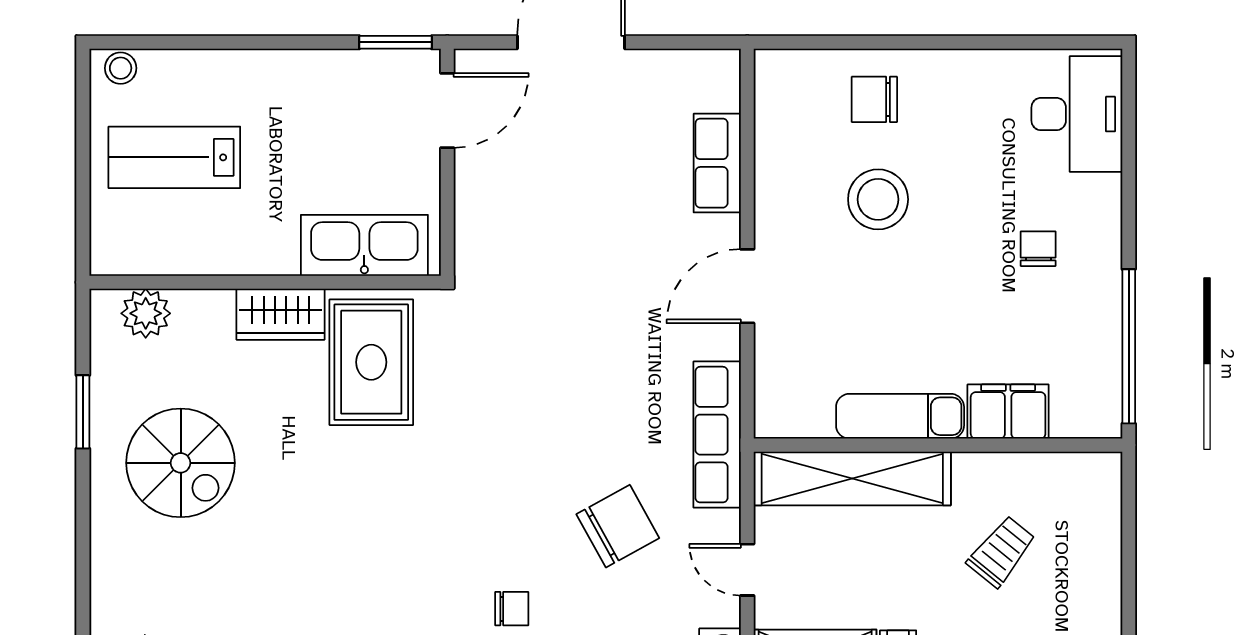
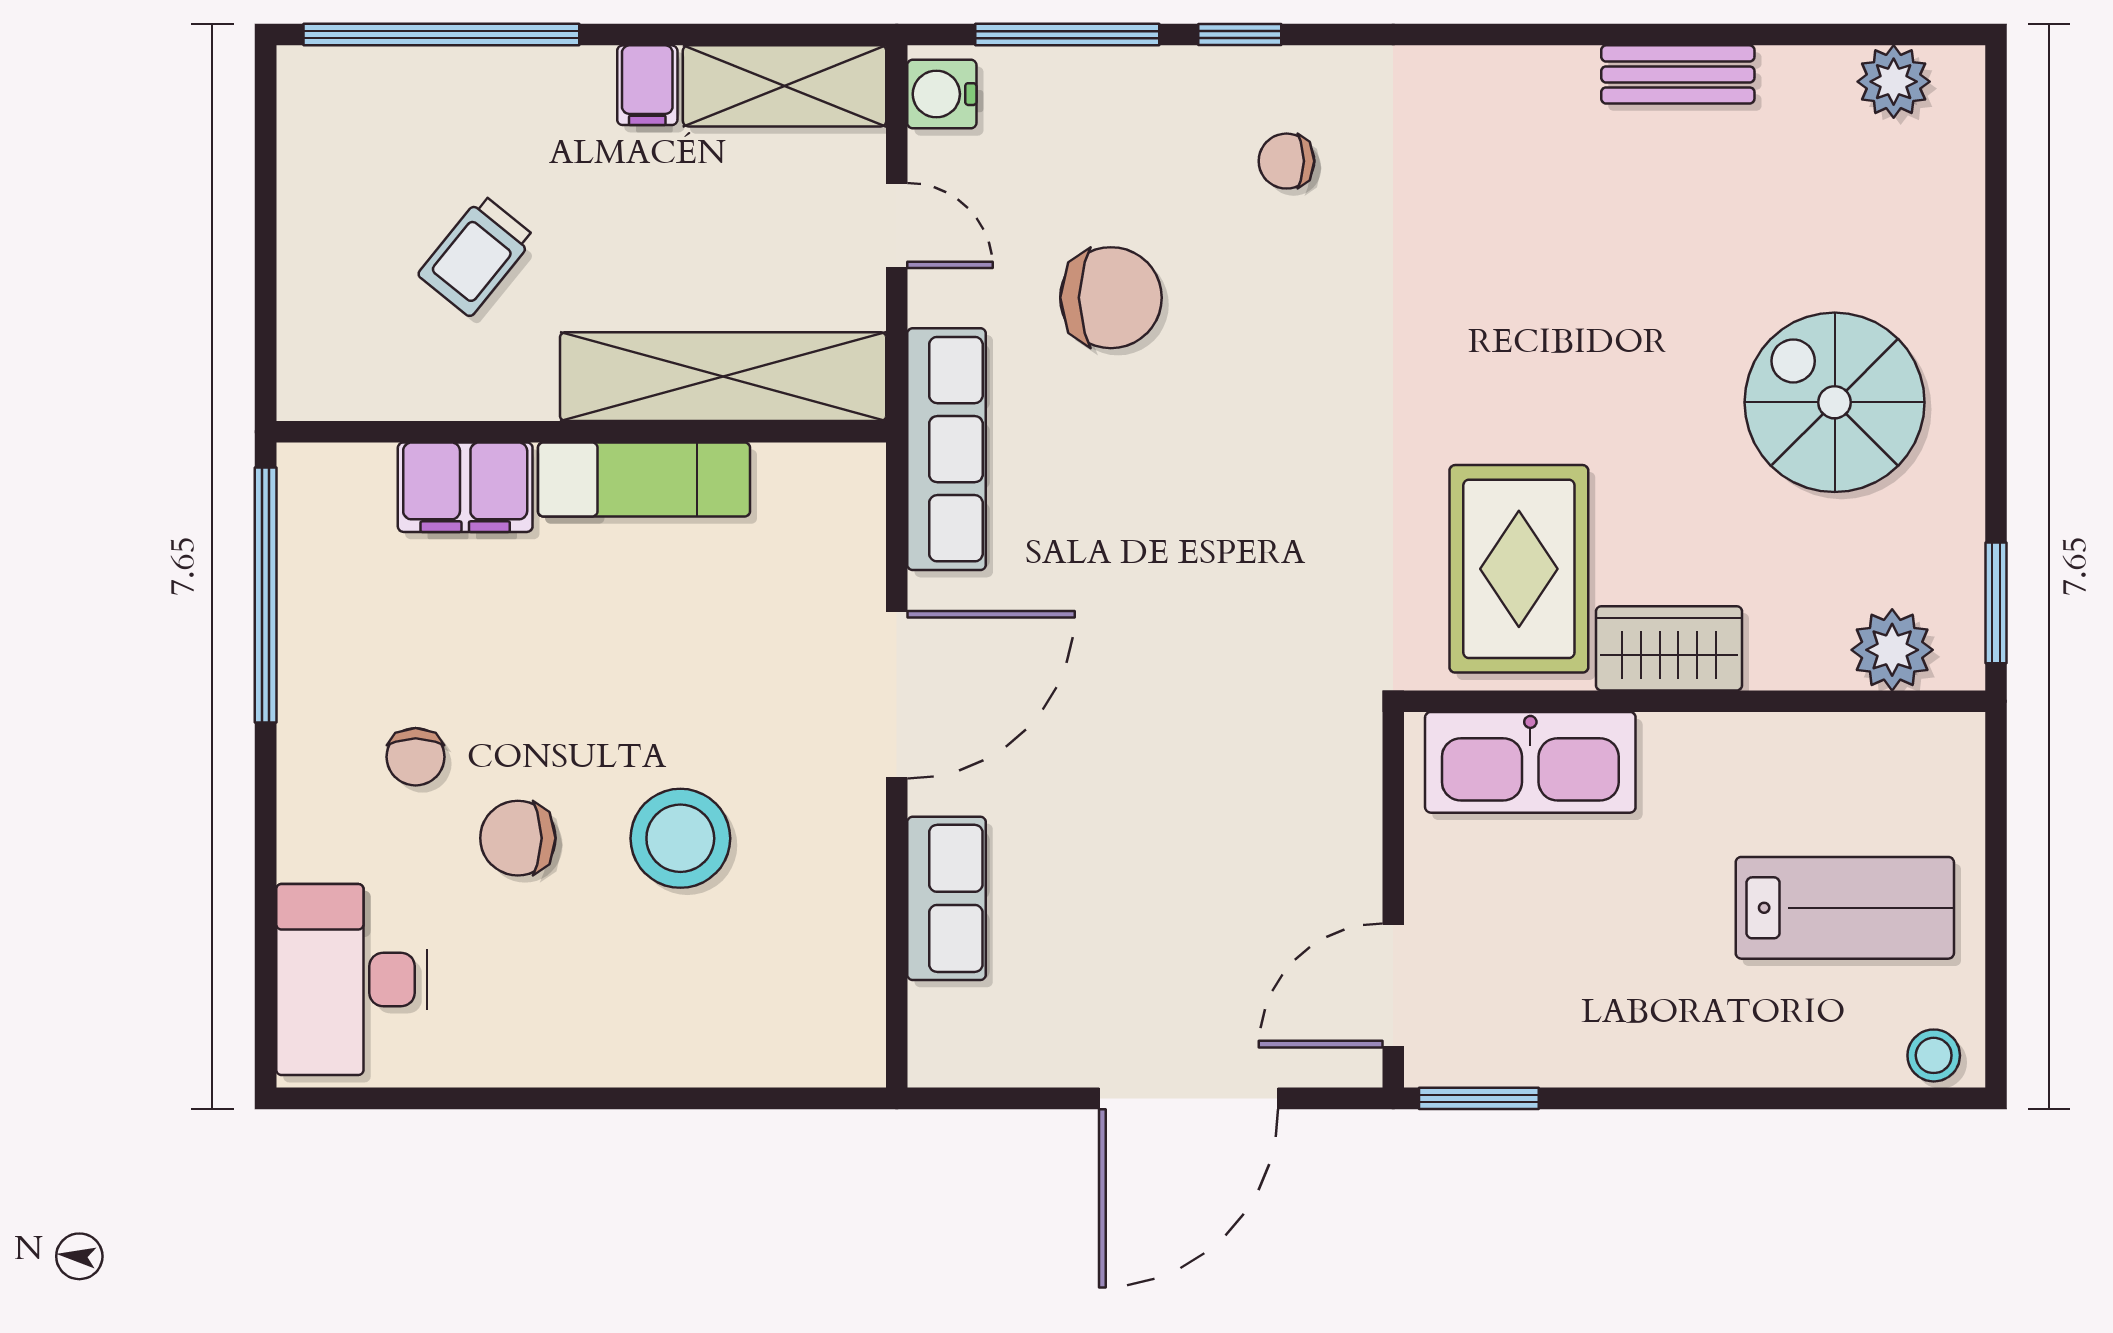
chair: (874, 99) -> (518, 838), moved, turned 180
door: (747, 286) -> (897, 695), width x1.36
window: (83, 412) -> (1996, 603), moved
chair: (618, 526) -> (1111, 298), turned -151

